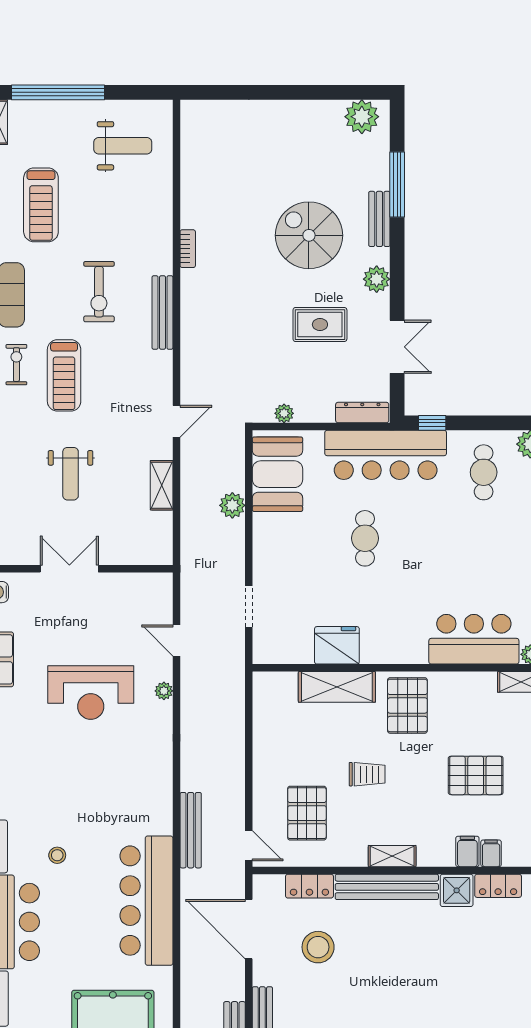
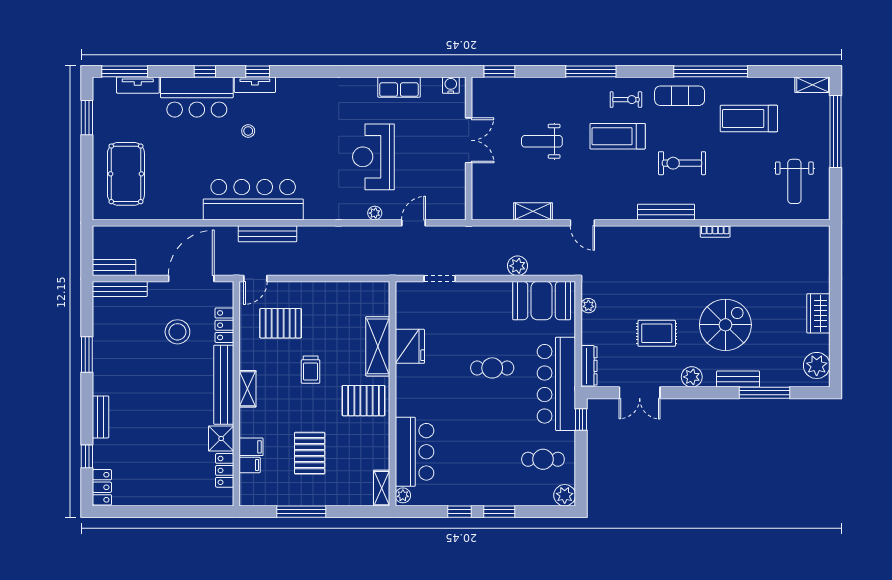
wardrobe: (294, 114) -> (818, 313), added
rug: (320, 325) -> (657, 333), turned 90
bar counter: (146, 901) -> (253, 200), moved

